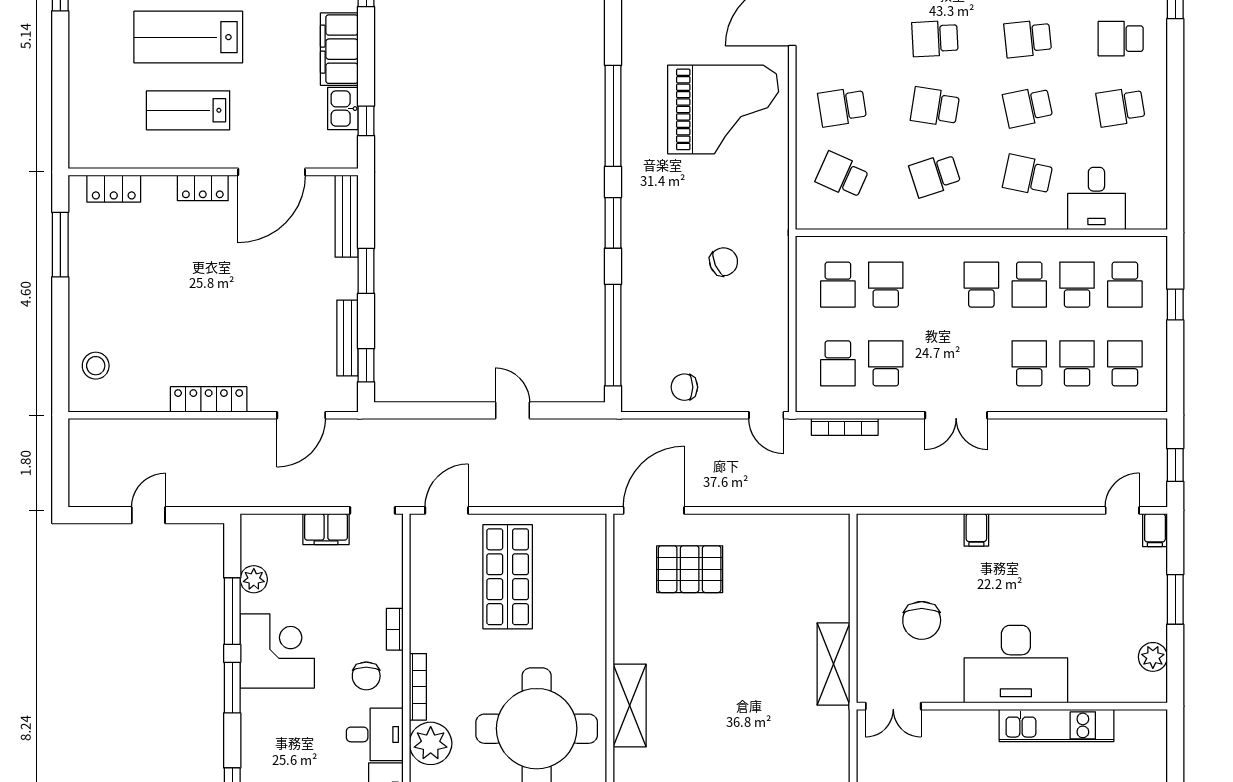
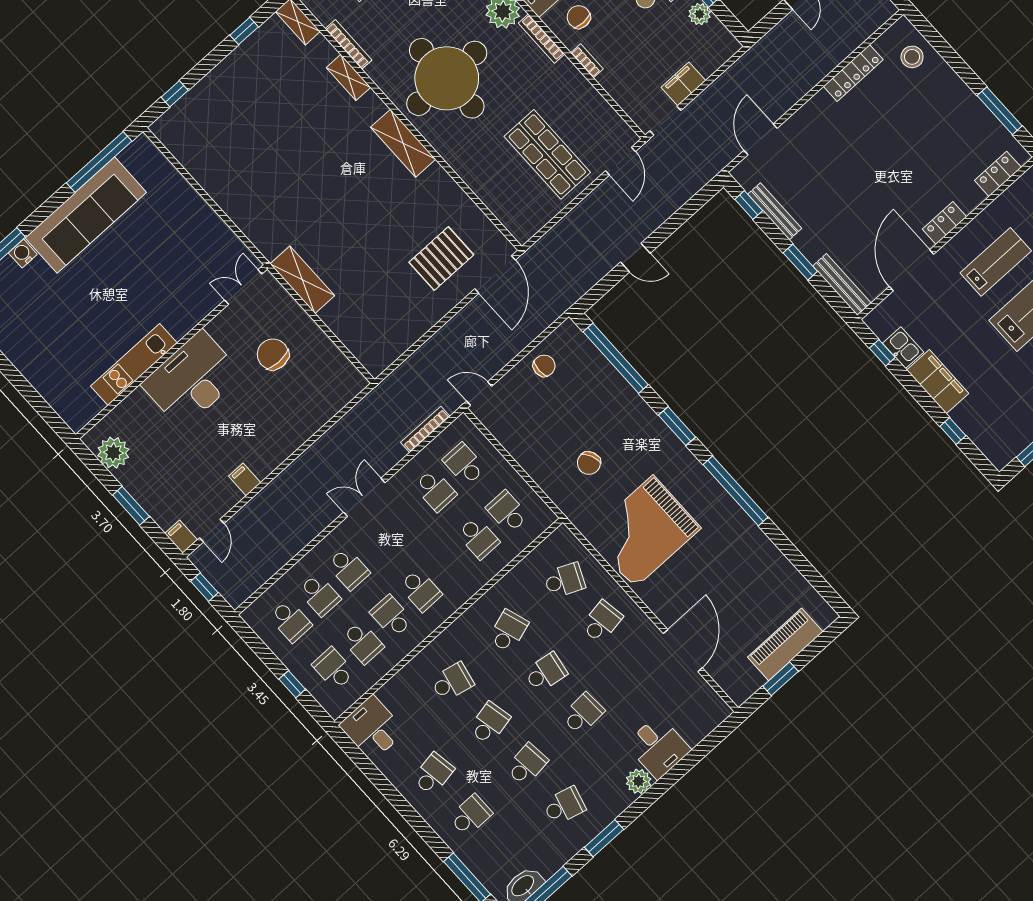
grand piano: (723, 109) -> (644, 532), moved
desk: (1096, 198) -> (372, 728), moved
locker: (209, 399) -> (853, 73), moved
filing cabinet: (976, 530) -> (245, 479), moved
plant: (1153, 657) -> (113, 453), width x1.36, depth x1.36

